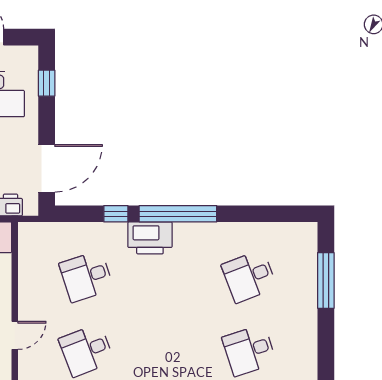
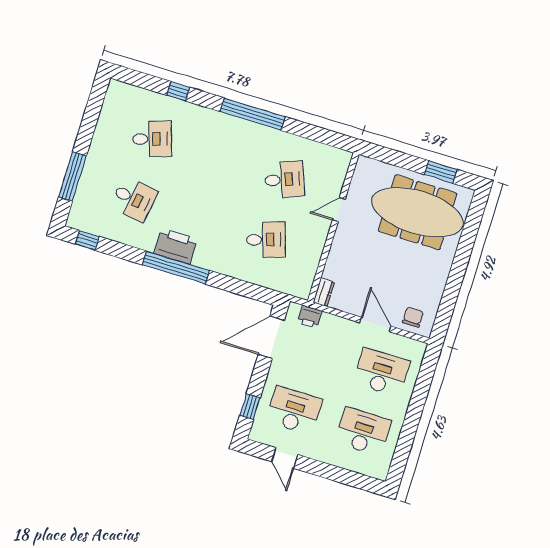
window: (116, 214) -> (87, 240), moved
printer: (150, 238) -> (176, 246), moved
desk: (249, 276) -> (134, 199), turned 30

